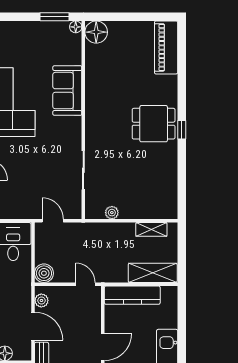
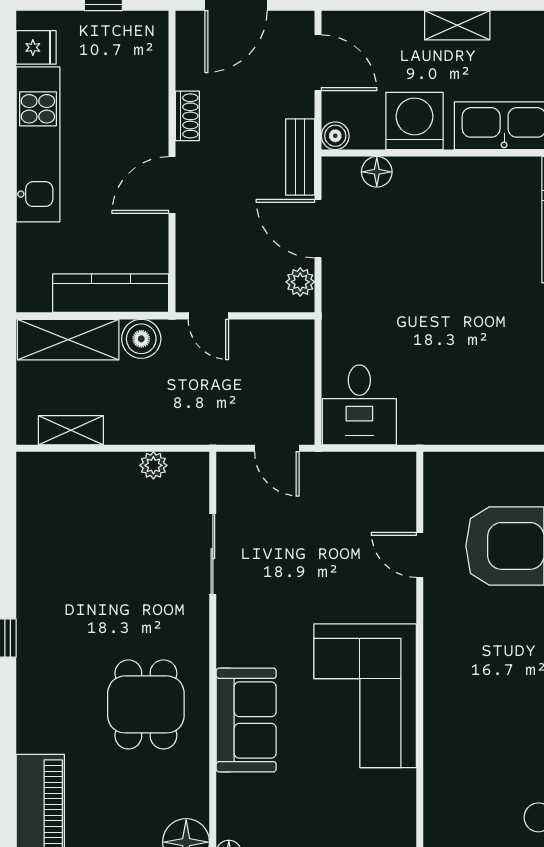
dining table: (154, 124) -> (146, 704), moved, turned 90
boiler: (44, 273) -> (141, 339), moved

